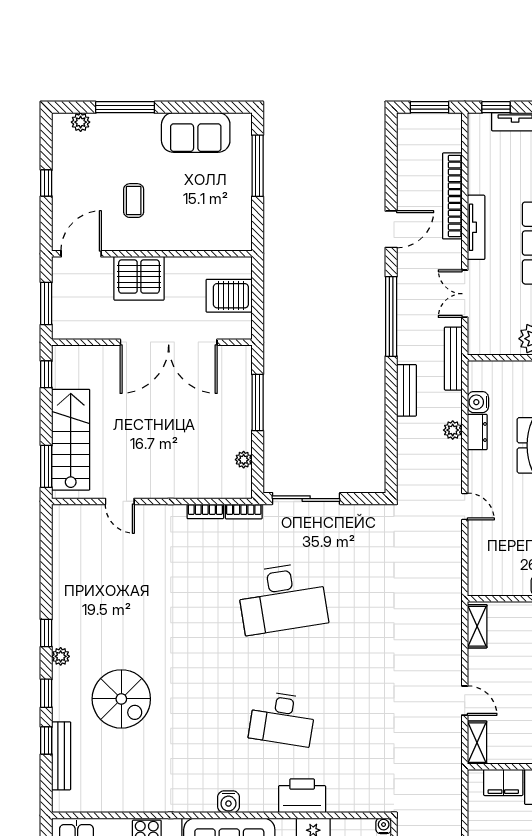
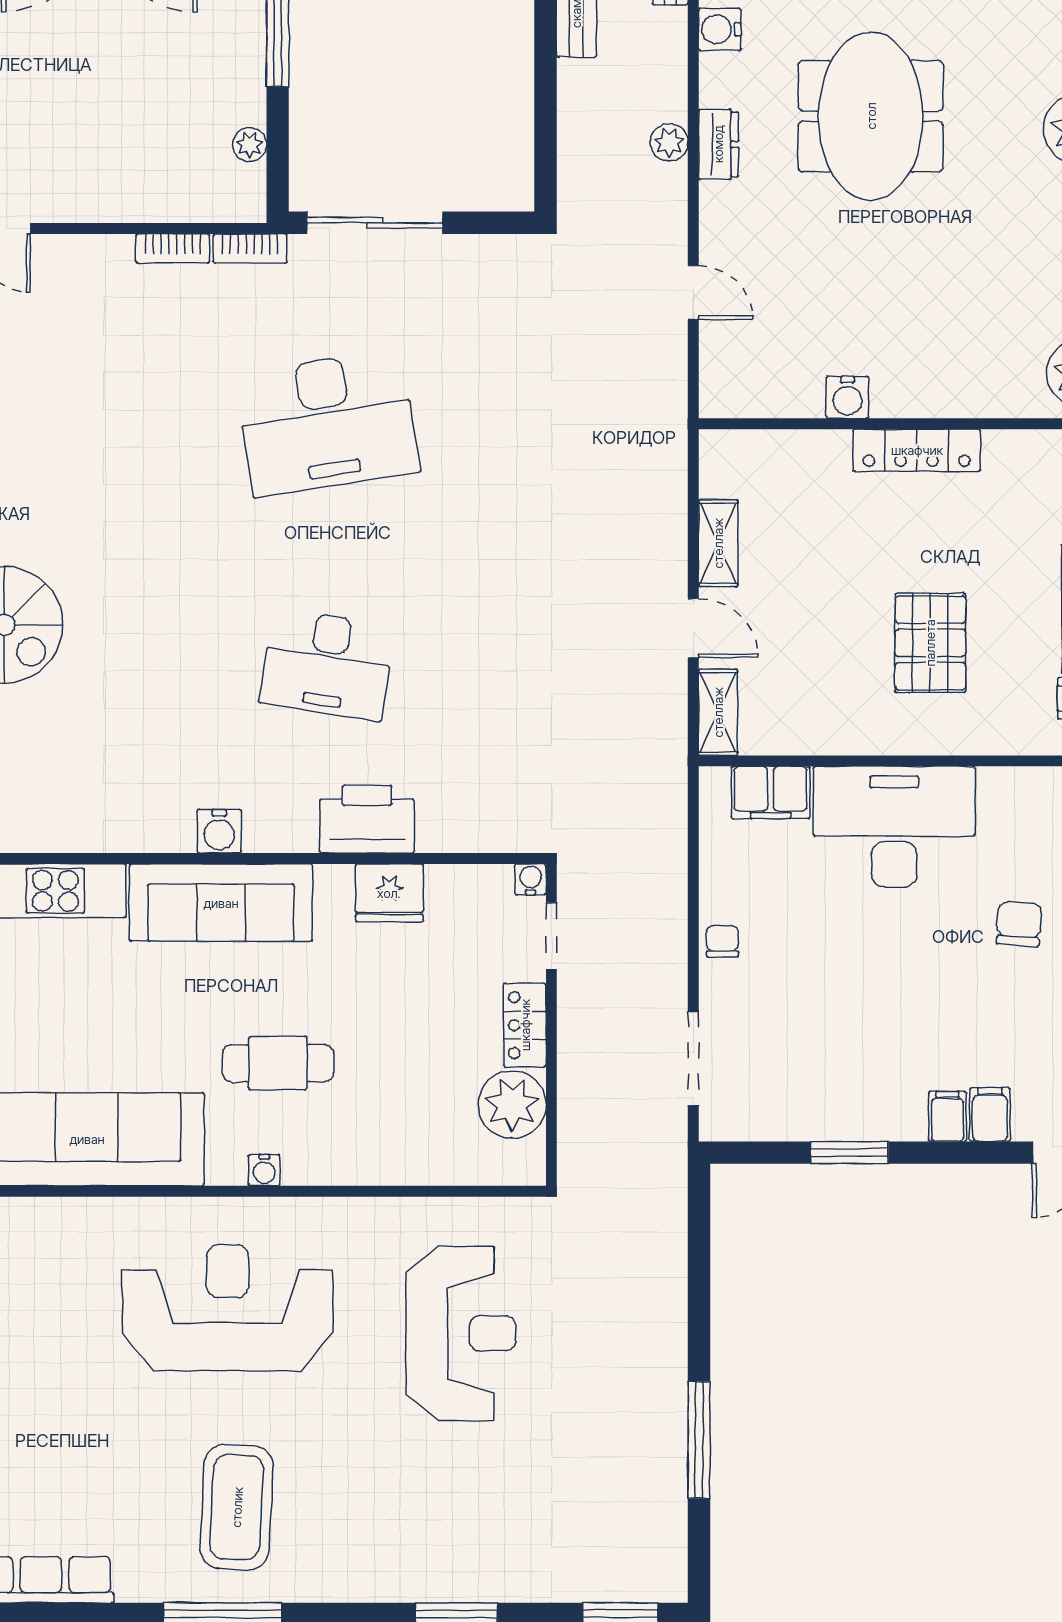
plant: (453, 430) -> (669, 142), moved
dresser: (477, 432) -> (718, 144), moved
door: (465, 507) -> (693, 293), moved
shelving: (477, 626) -> (718, 543), moved

